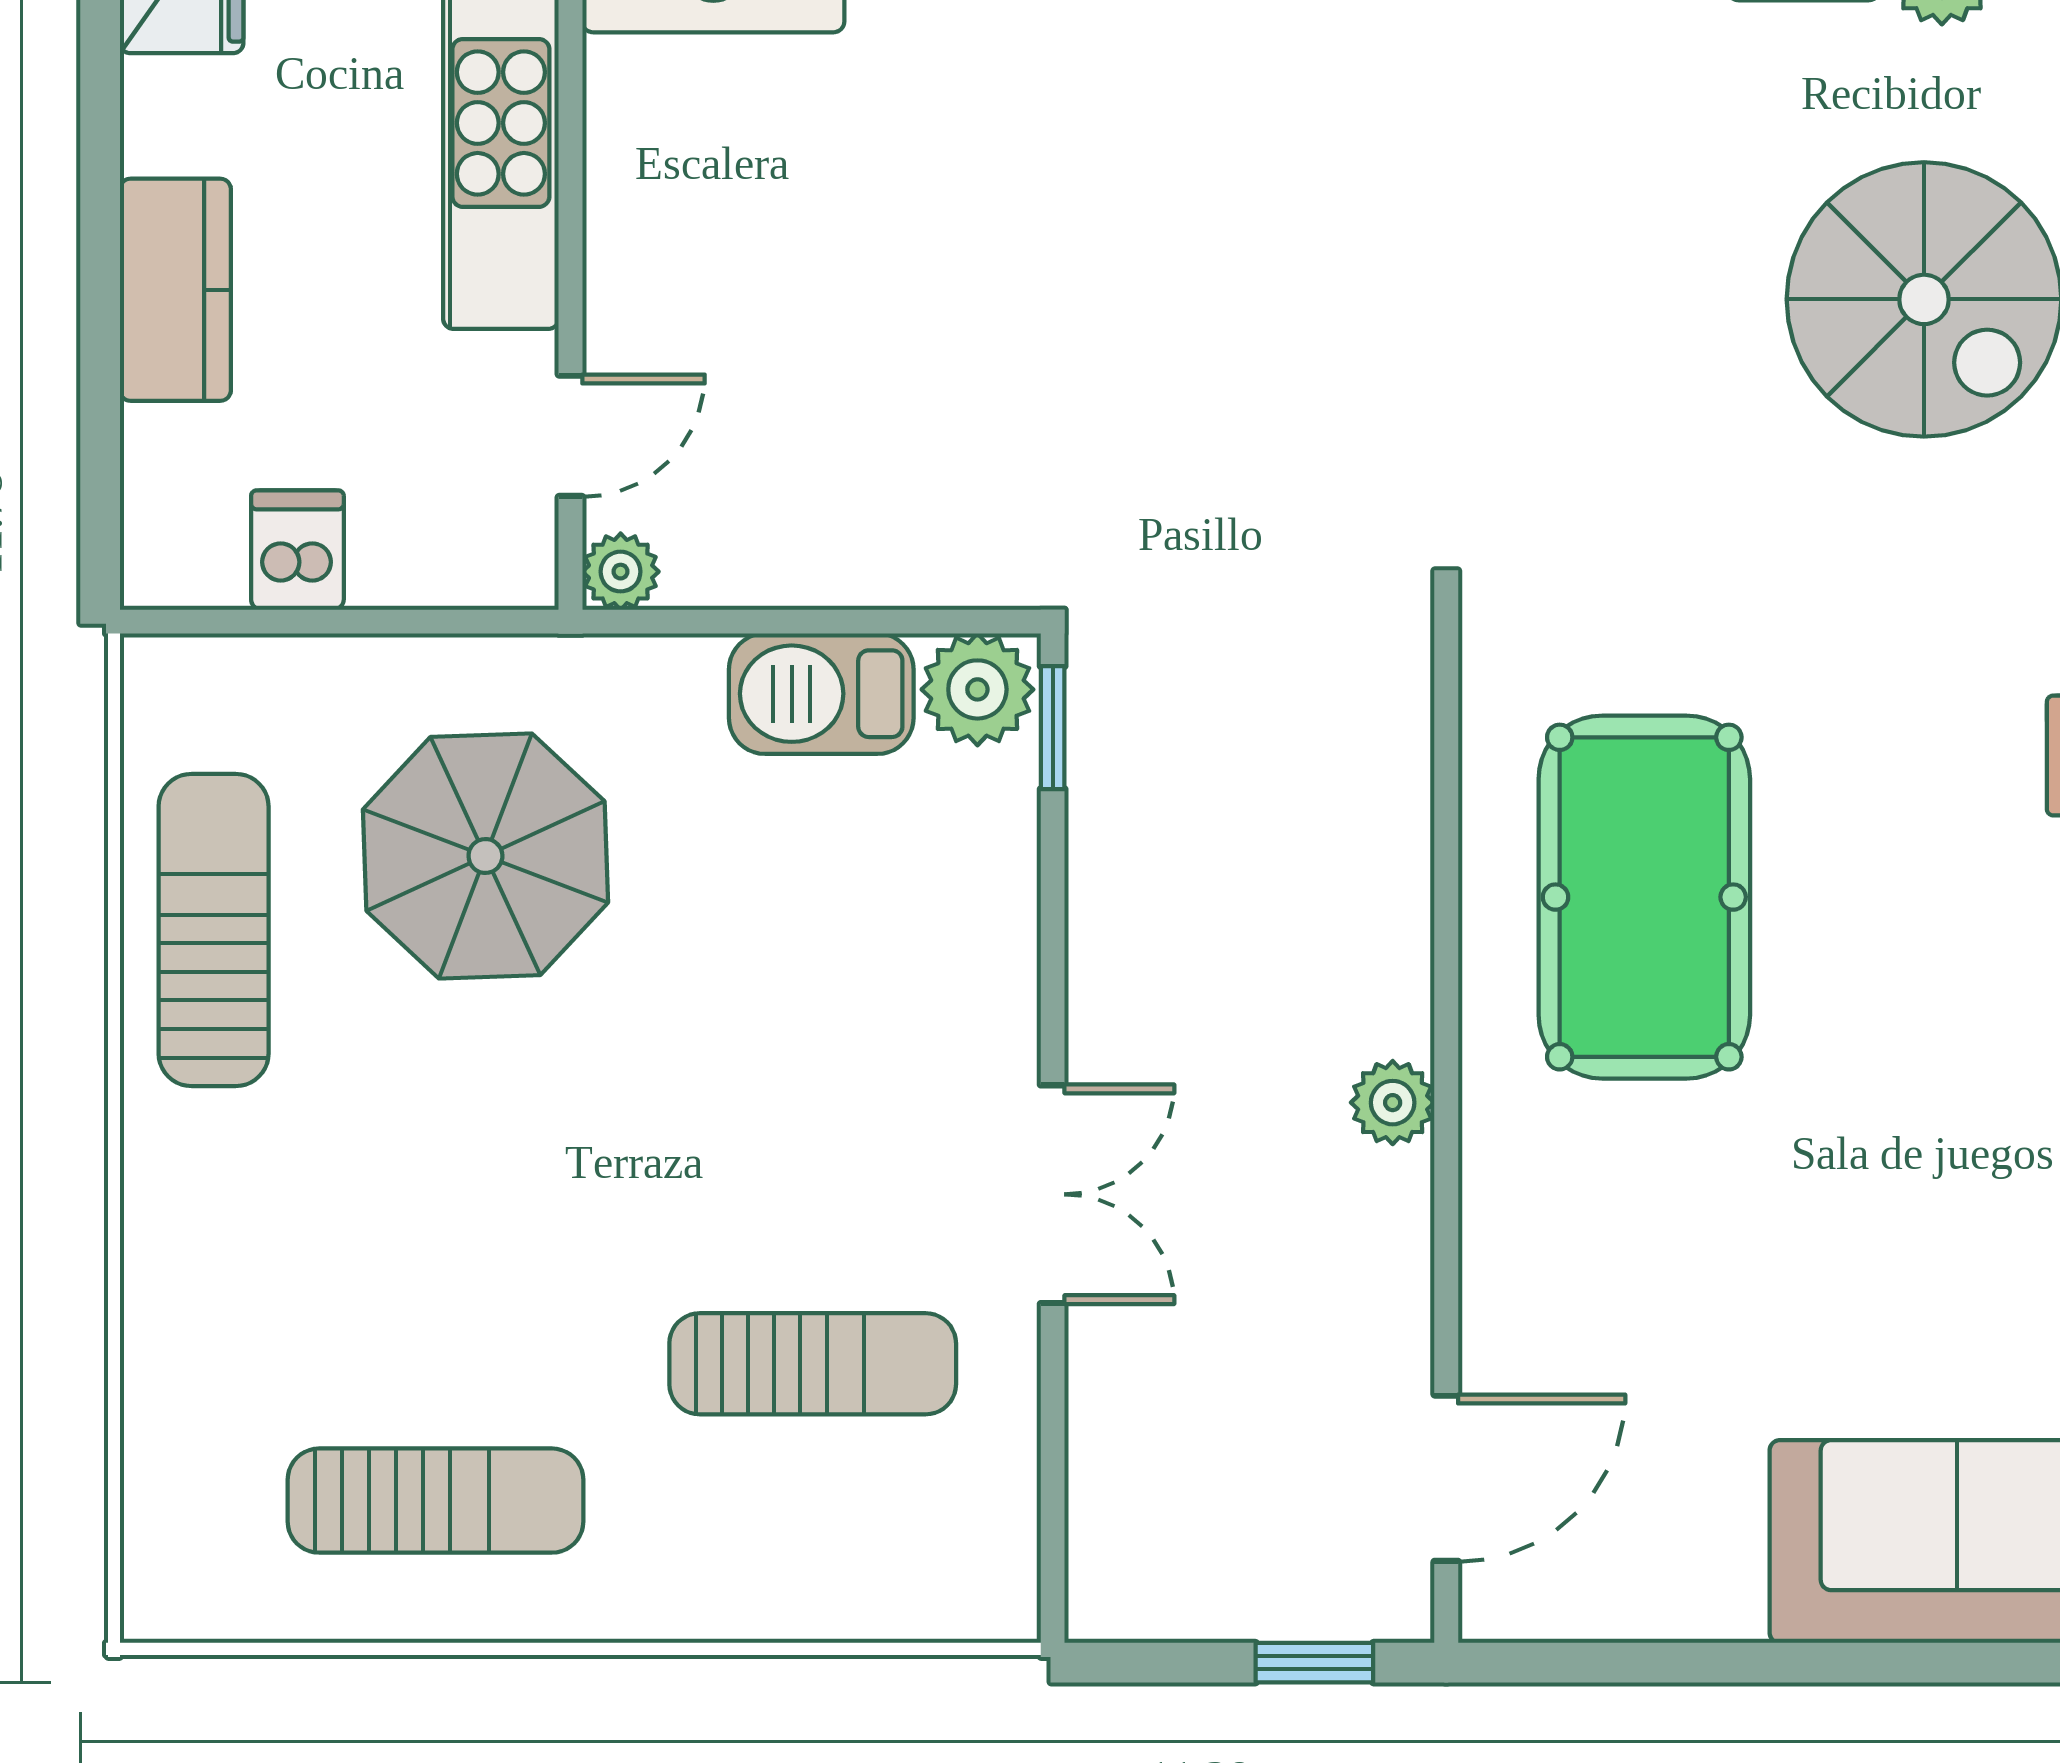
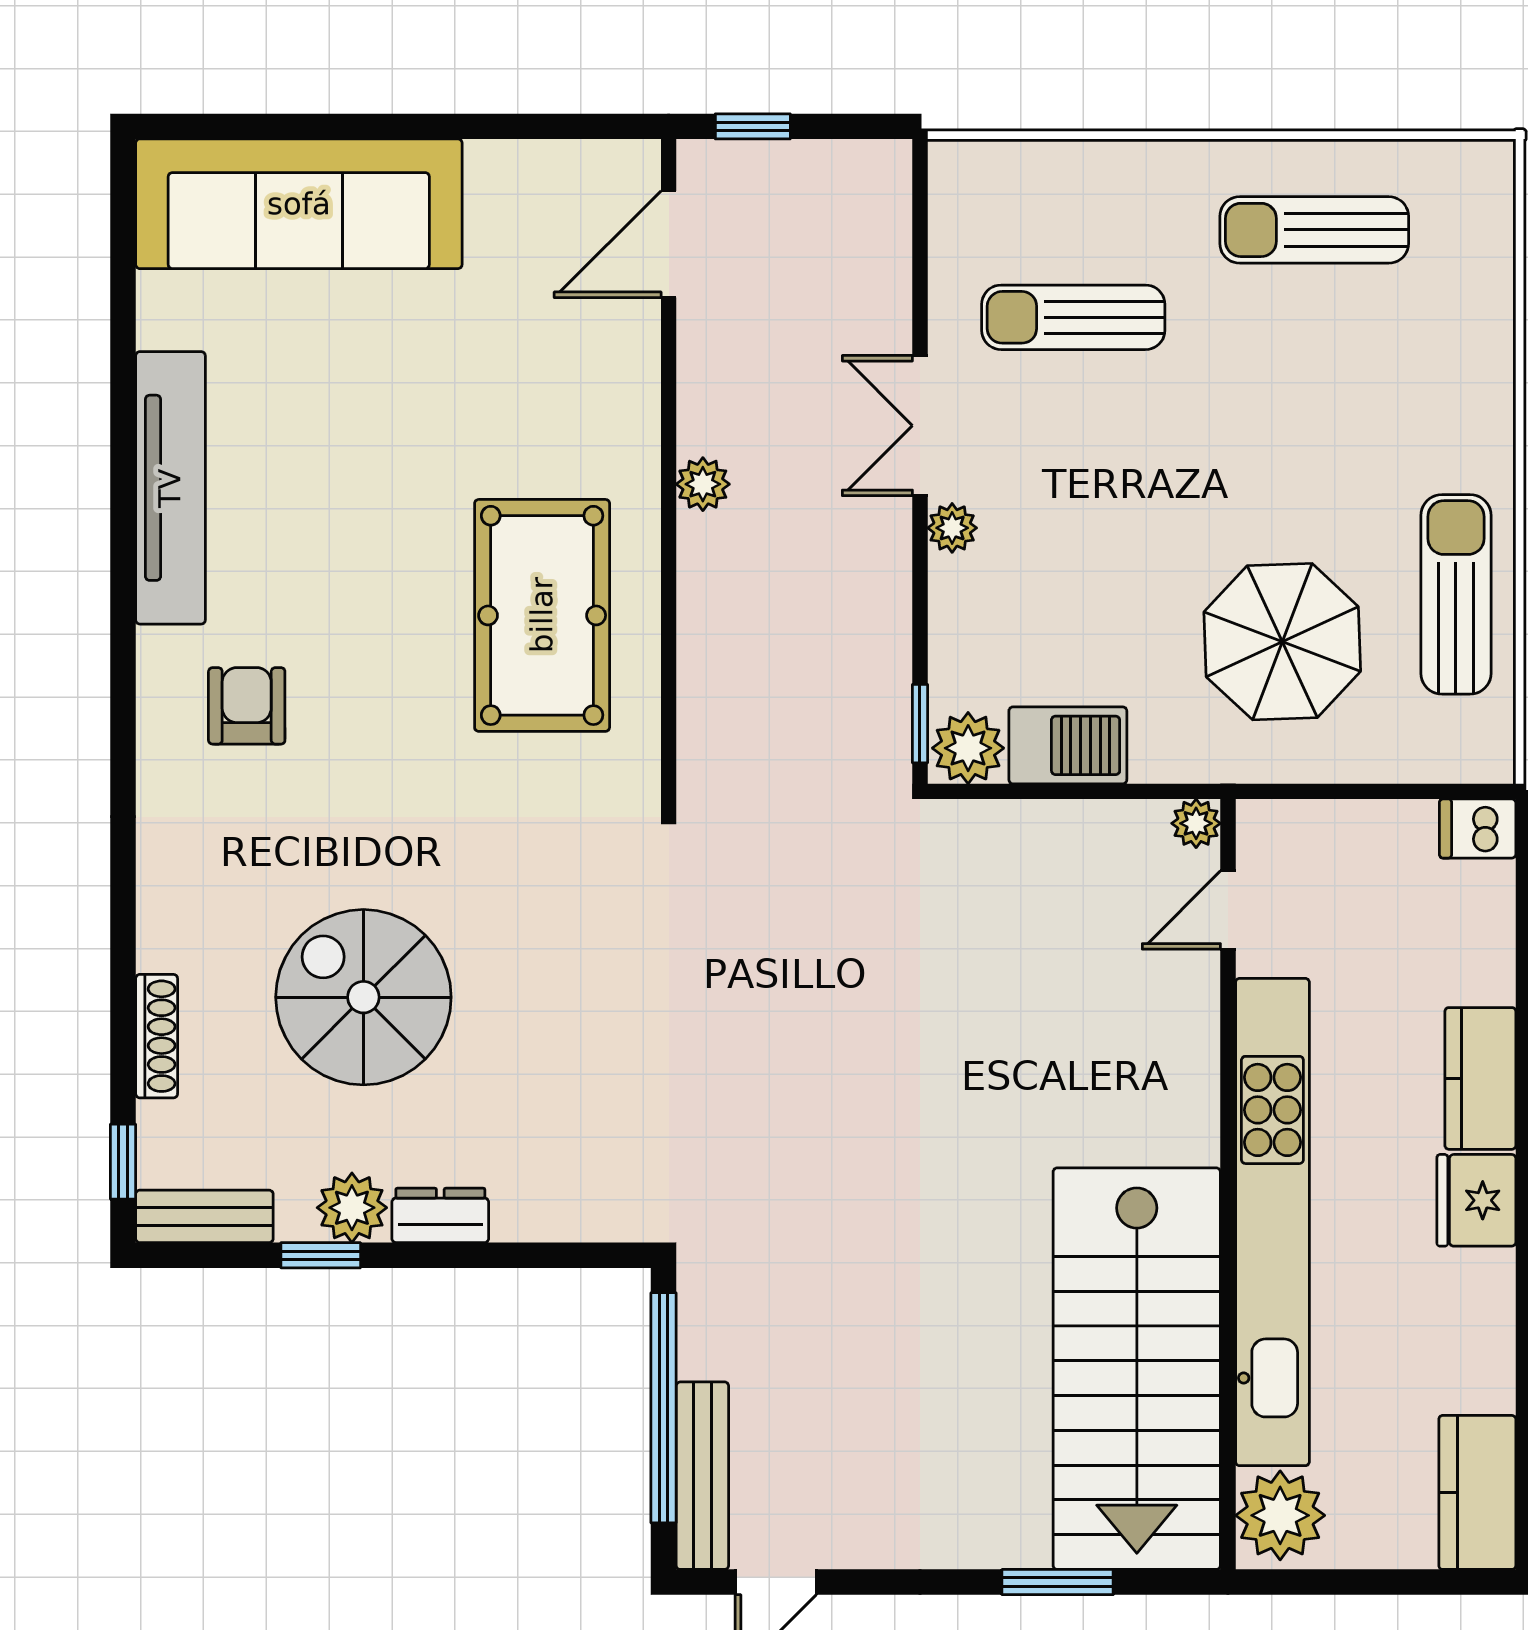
kitchen counter: (175, 290) -> (1480, 1078), moved
dishwasher: (297, 550) -> (1478, 829), moved, turned 90
sun lounger: (214, 930) -> (1456, 594), turned 180
plant: (1002, 1034) -> (952, 528), added

